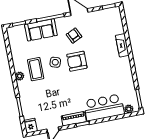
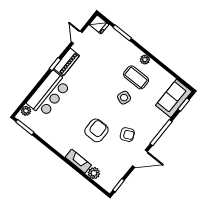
plant: (118, 28) -> (94, 173), added
sofa: (41, 30) -> (174, 98), moved
armchair: (77, 61) -> (96, 130), moved

